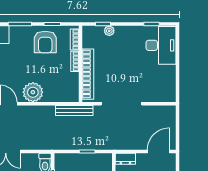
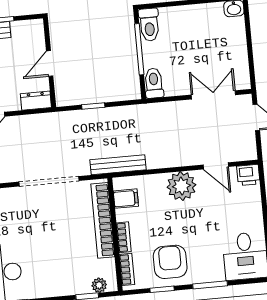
plant: (109, 31) -> (99, 285), moved
filing cabinet: (71, 87) -> (126, 199), added

